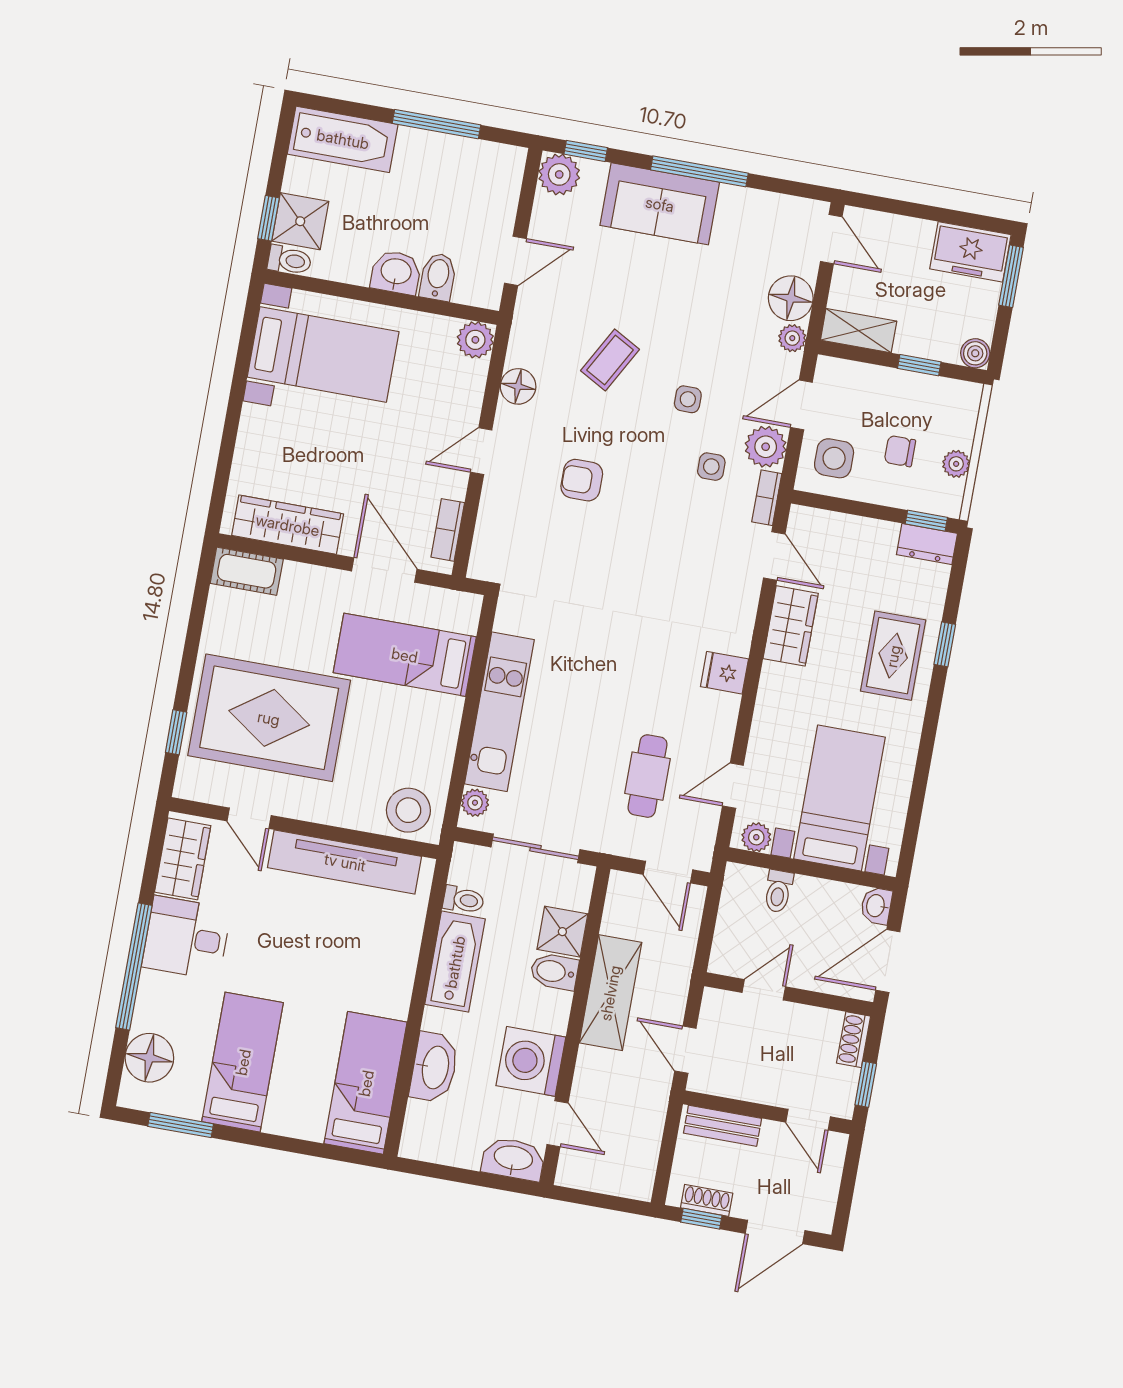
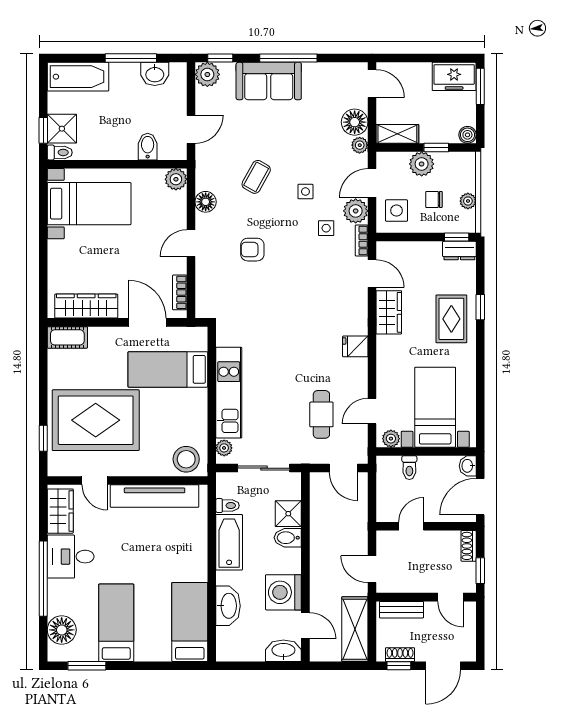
washbasin: (396, 272) -> (155, 74), moved, turned 180
plant: (890, 388) -> (422, 164), added
shelving: (610, 993) -> (355, 629), moved

